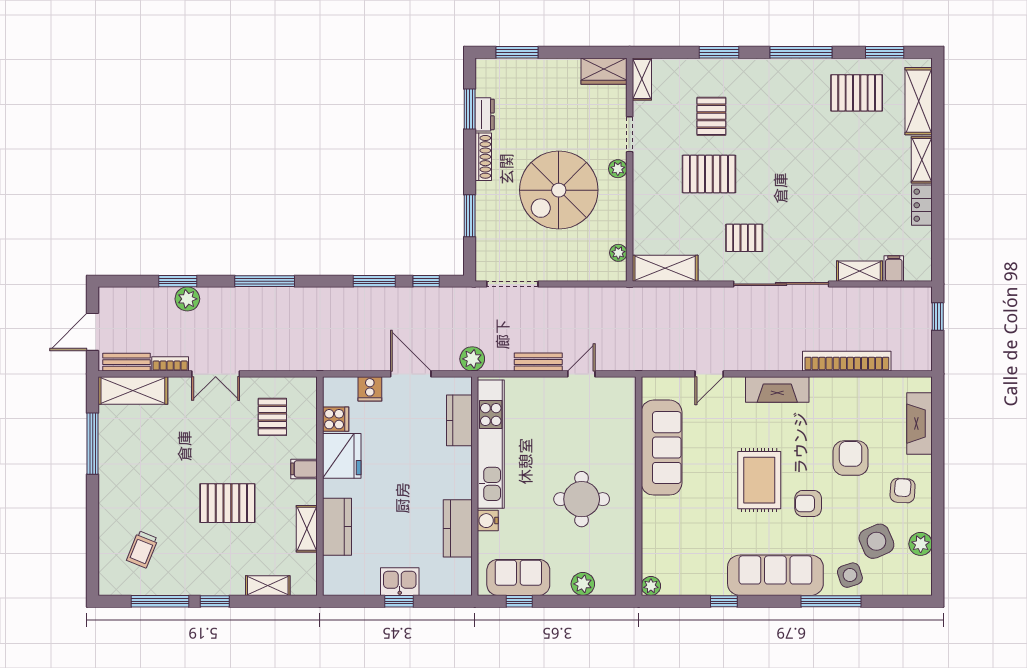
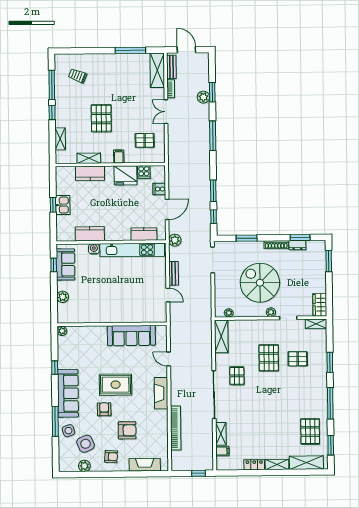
round table: (582, 499) -> (105, 296), removed

